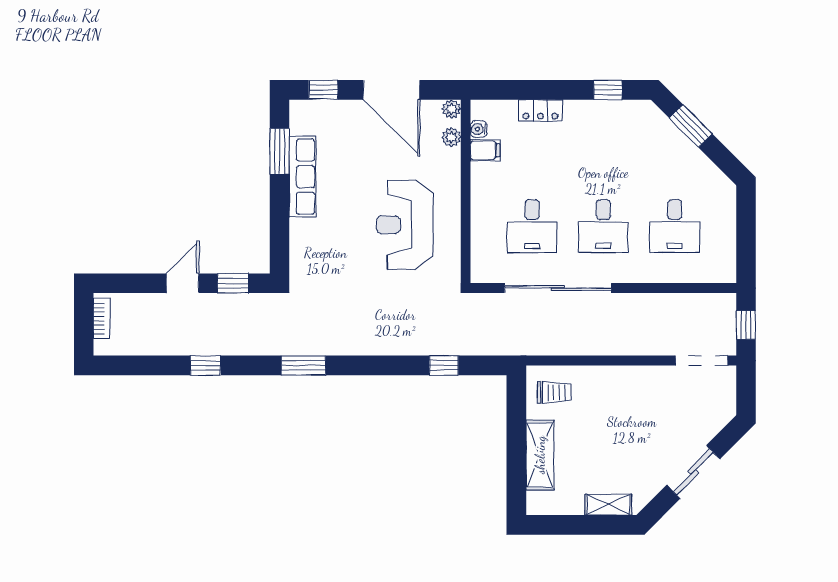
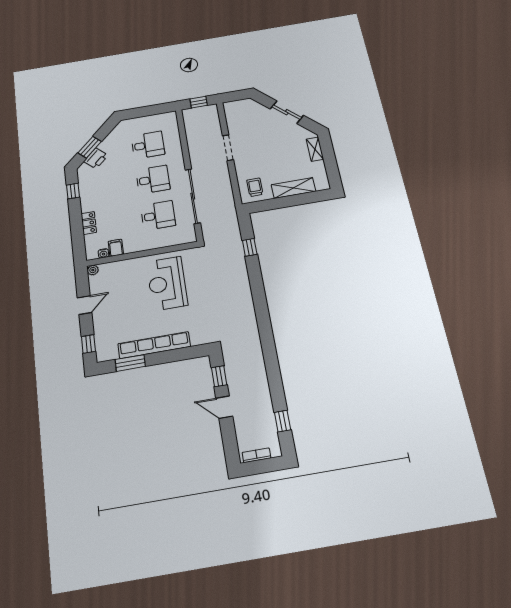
door: (391, 90) -> (85, 305), width x0.53
printer: (666, 135) -> (96, 158), added
plant: (451, 137) -> (110, 267), removed
row of seats: (302, 177) -> (154, 345), width x1.36
reception desk: (405, 225) -> (167, 283), turned 90
doorway: (702, 361) -> (228, 148), moved
window: (206, 365) -> (283, 421), moved
window: (303, 365) -> (264, 325), removed

